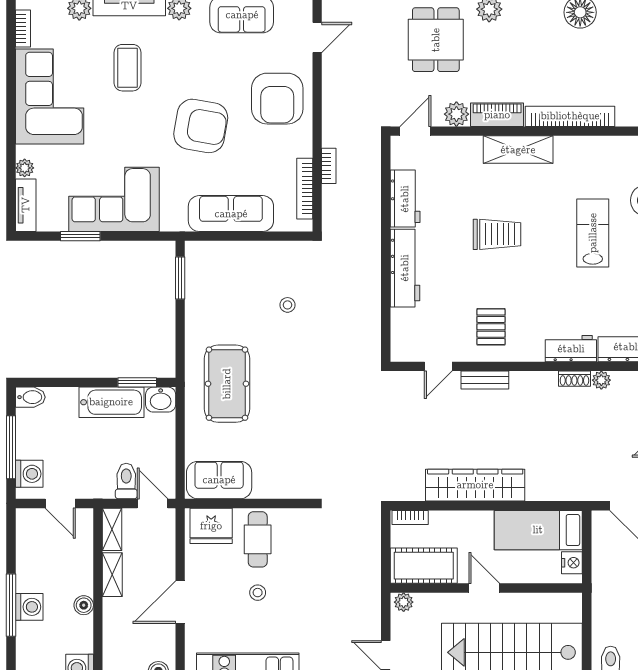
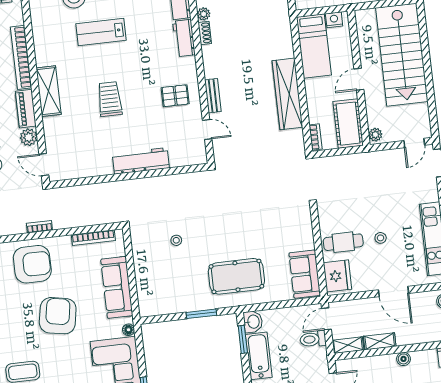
bookcase: (329, 166) -> (39, 227), moved
workbench: (405, 199) -> (92, 166), removed
floor lamp: (169, 223) -> (129, 330), added
window: (180, 278) -> (201, 314), moved

